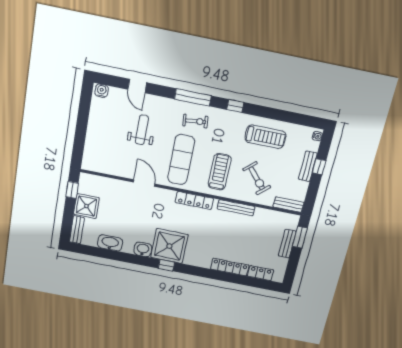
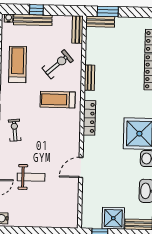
weight bench: (142, 130) -> (31, 177), turned 180
exercise mat: (181, 160) -> (53, 137), removed
bench: (308, 166) -> (33, 20), width x1.36
bench: (236, 208) -> (89, 78), width x0.73
bench: (287, 244) -> (100, 22), moved

